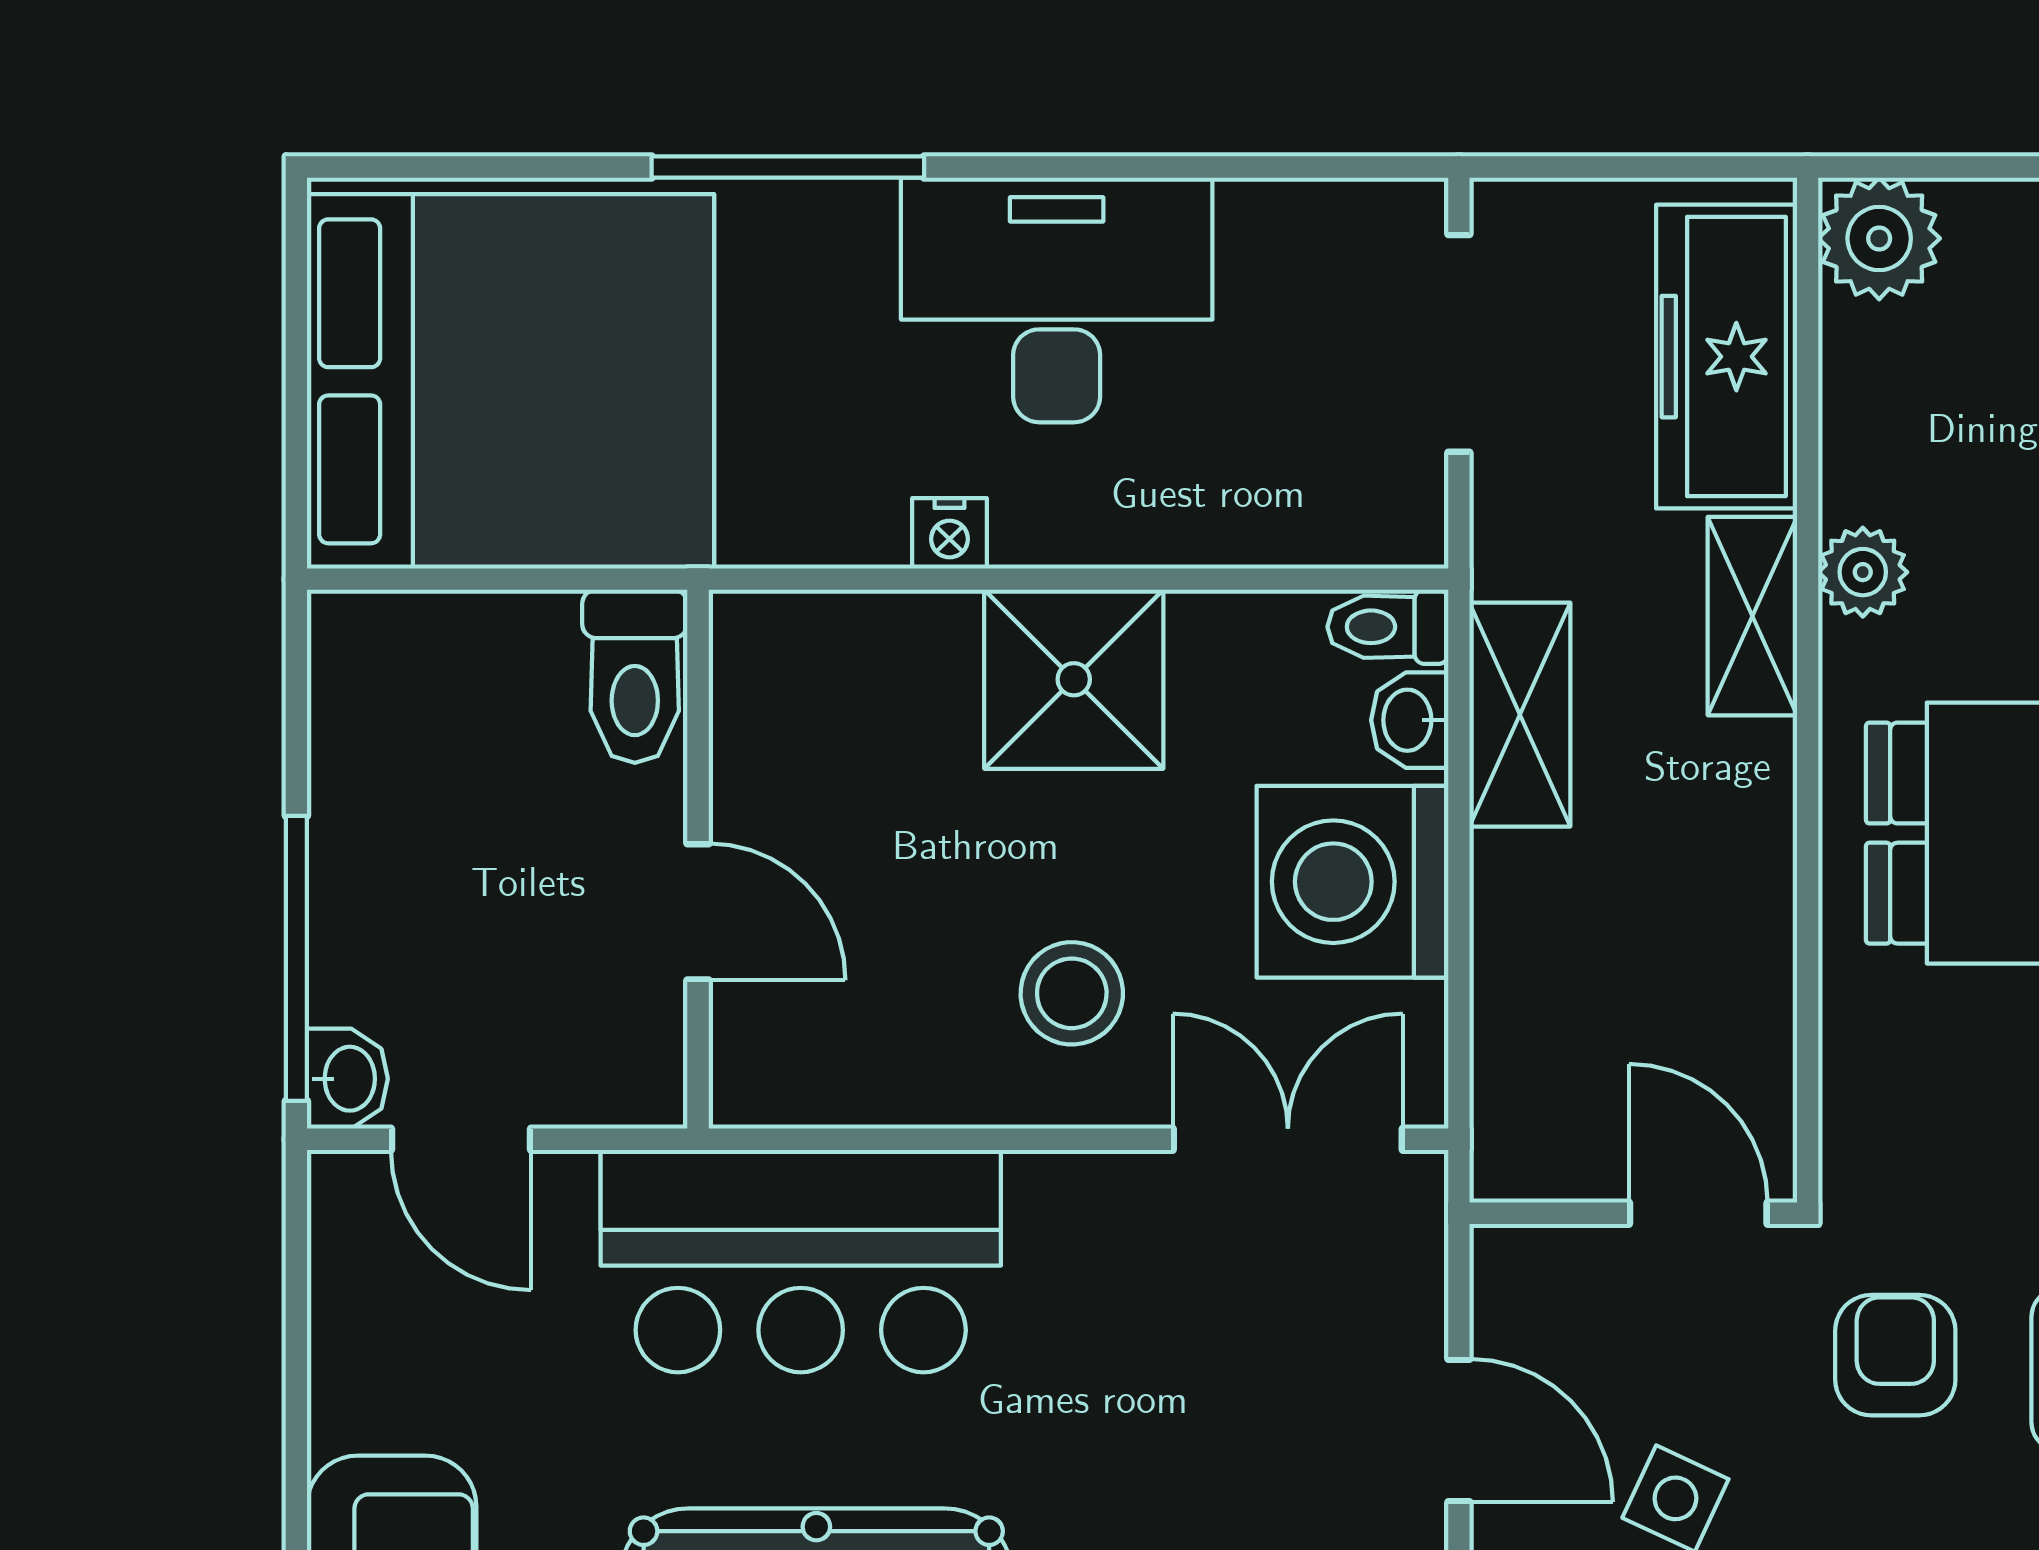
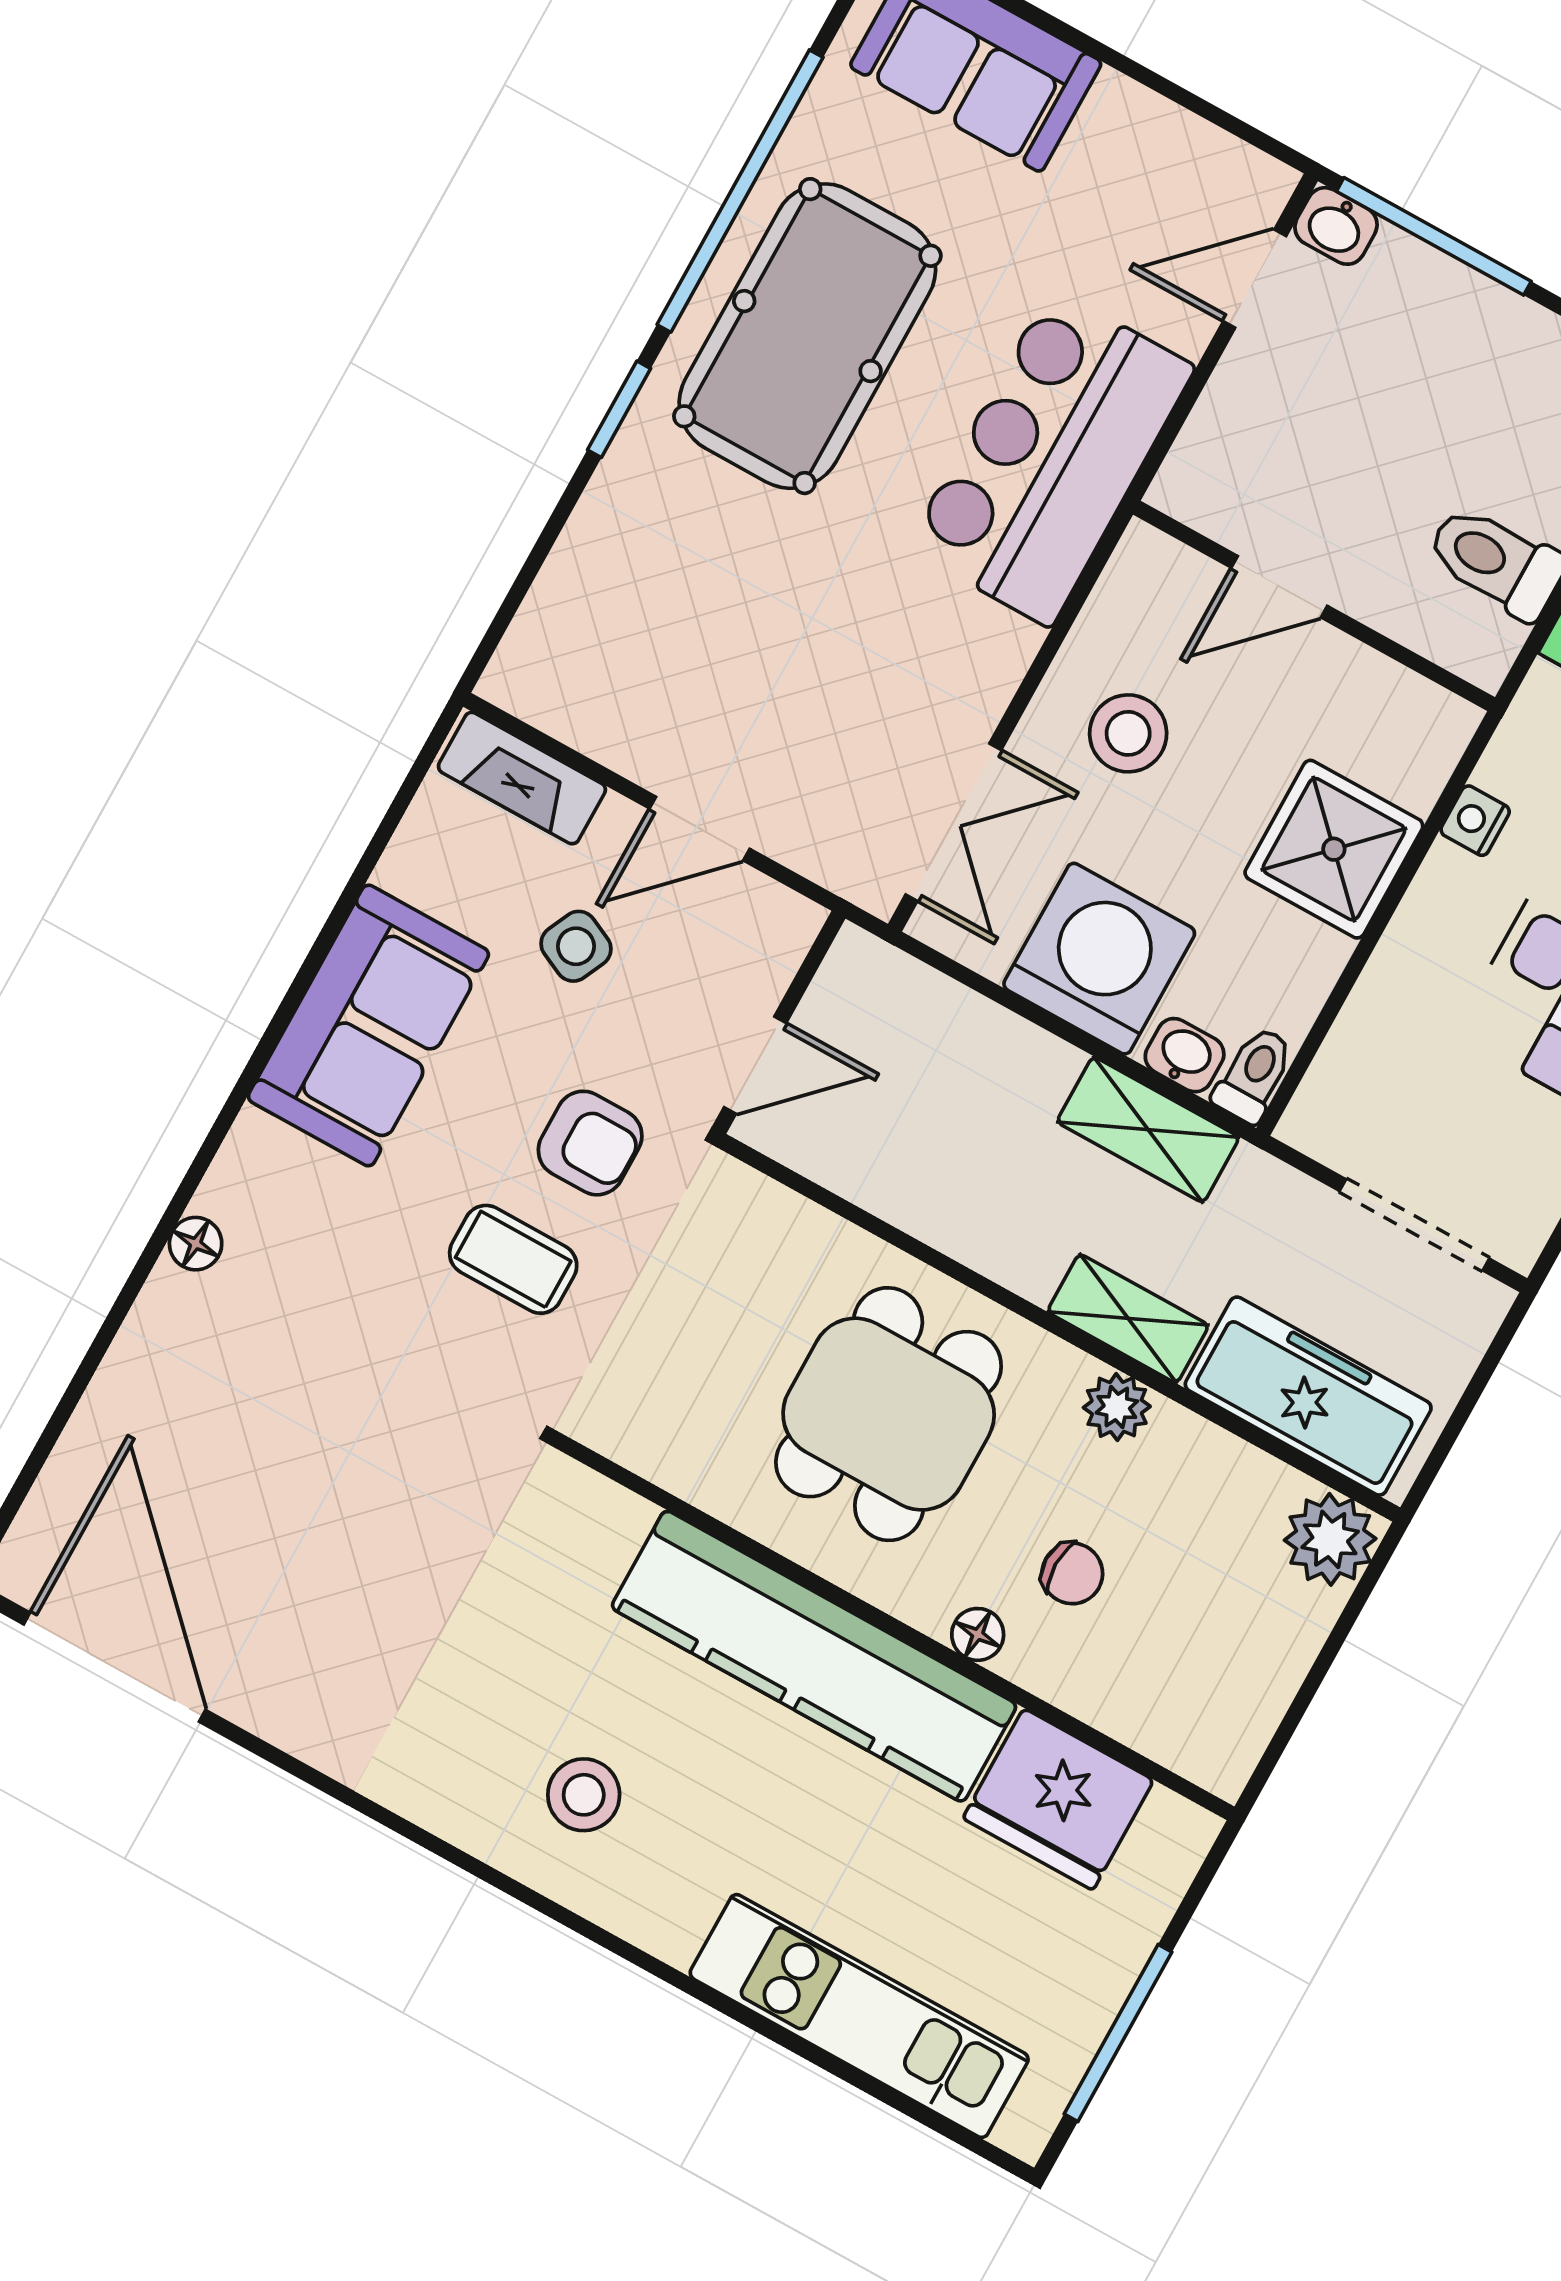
wall: (698, 859) -> (1314, 606), moved
door: (698, 912) -> (1279, 587), moved

